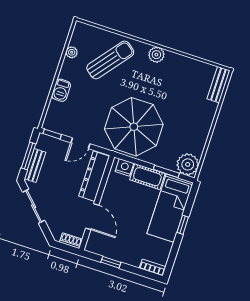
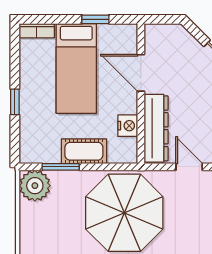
door: (80, 143) -> (189, 167), hinge flipped
nightstand: (124, 167) -> (128, 126), moved, turned -90
bed: (170, 208) -> (76, 68), moved, turned 180
shoe rack: (71, 241) -> (159, 31), removed

